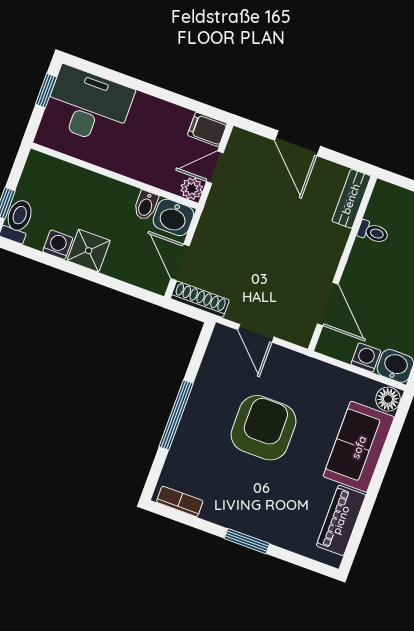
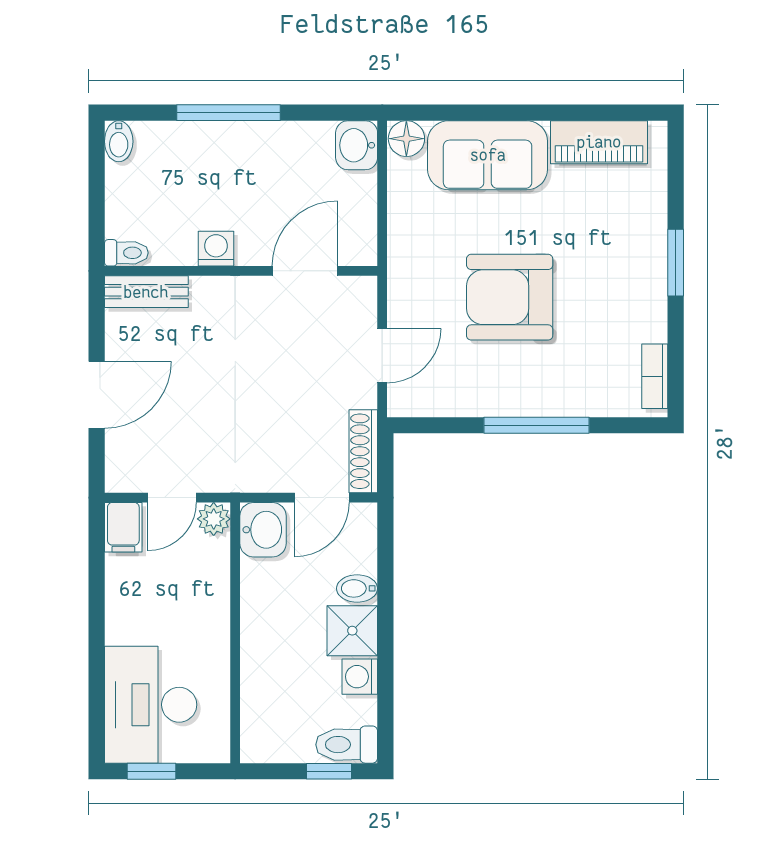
door: (215, 167) -> (172, 498), hinge flipped
bidet: (146, 205) -> (357, 588), moved, turned 180
toilet: (373, 232) -> (126, 253), moved, turned 90
washing machine: (366, 358) -> (216, 249), moved, turned 90

